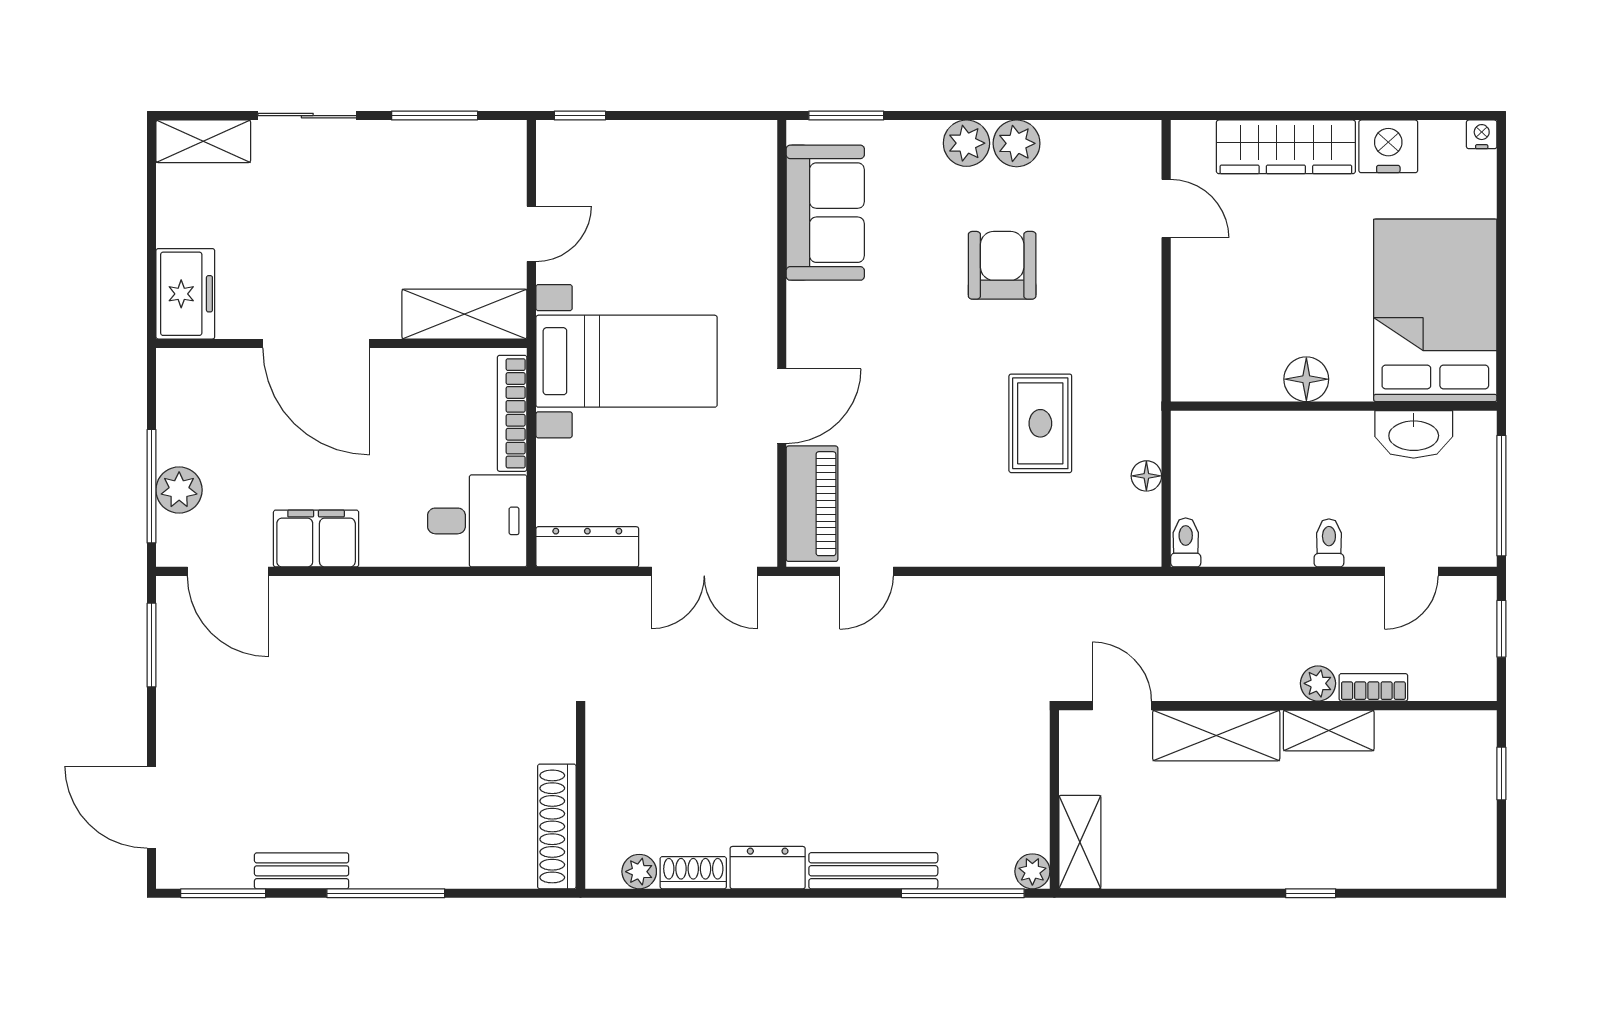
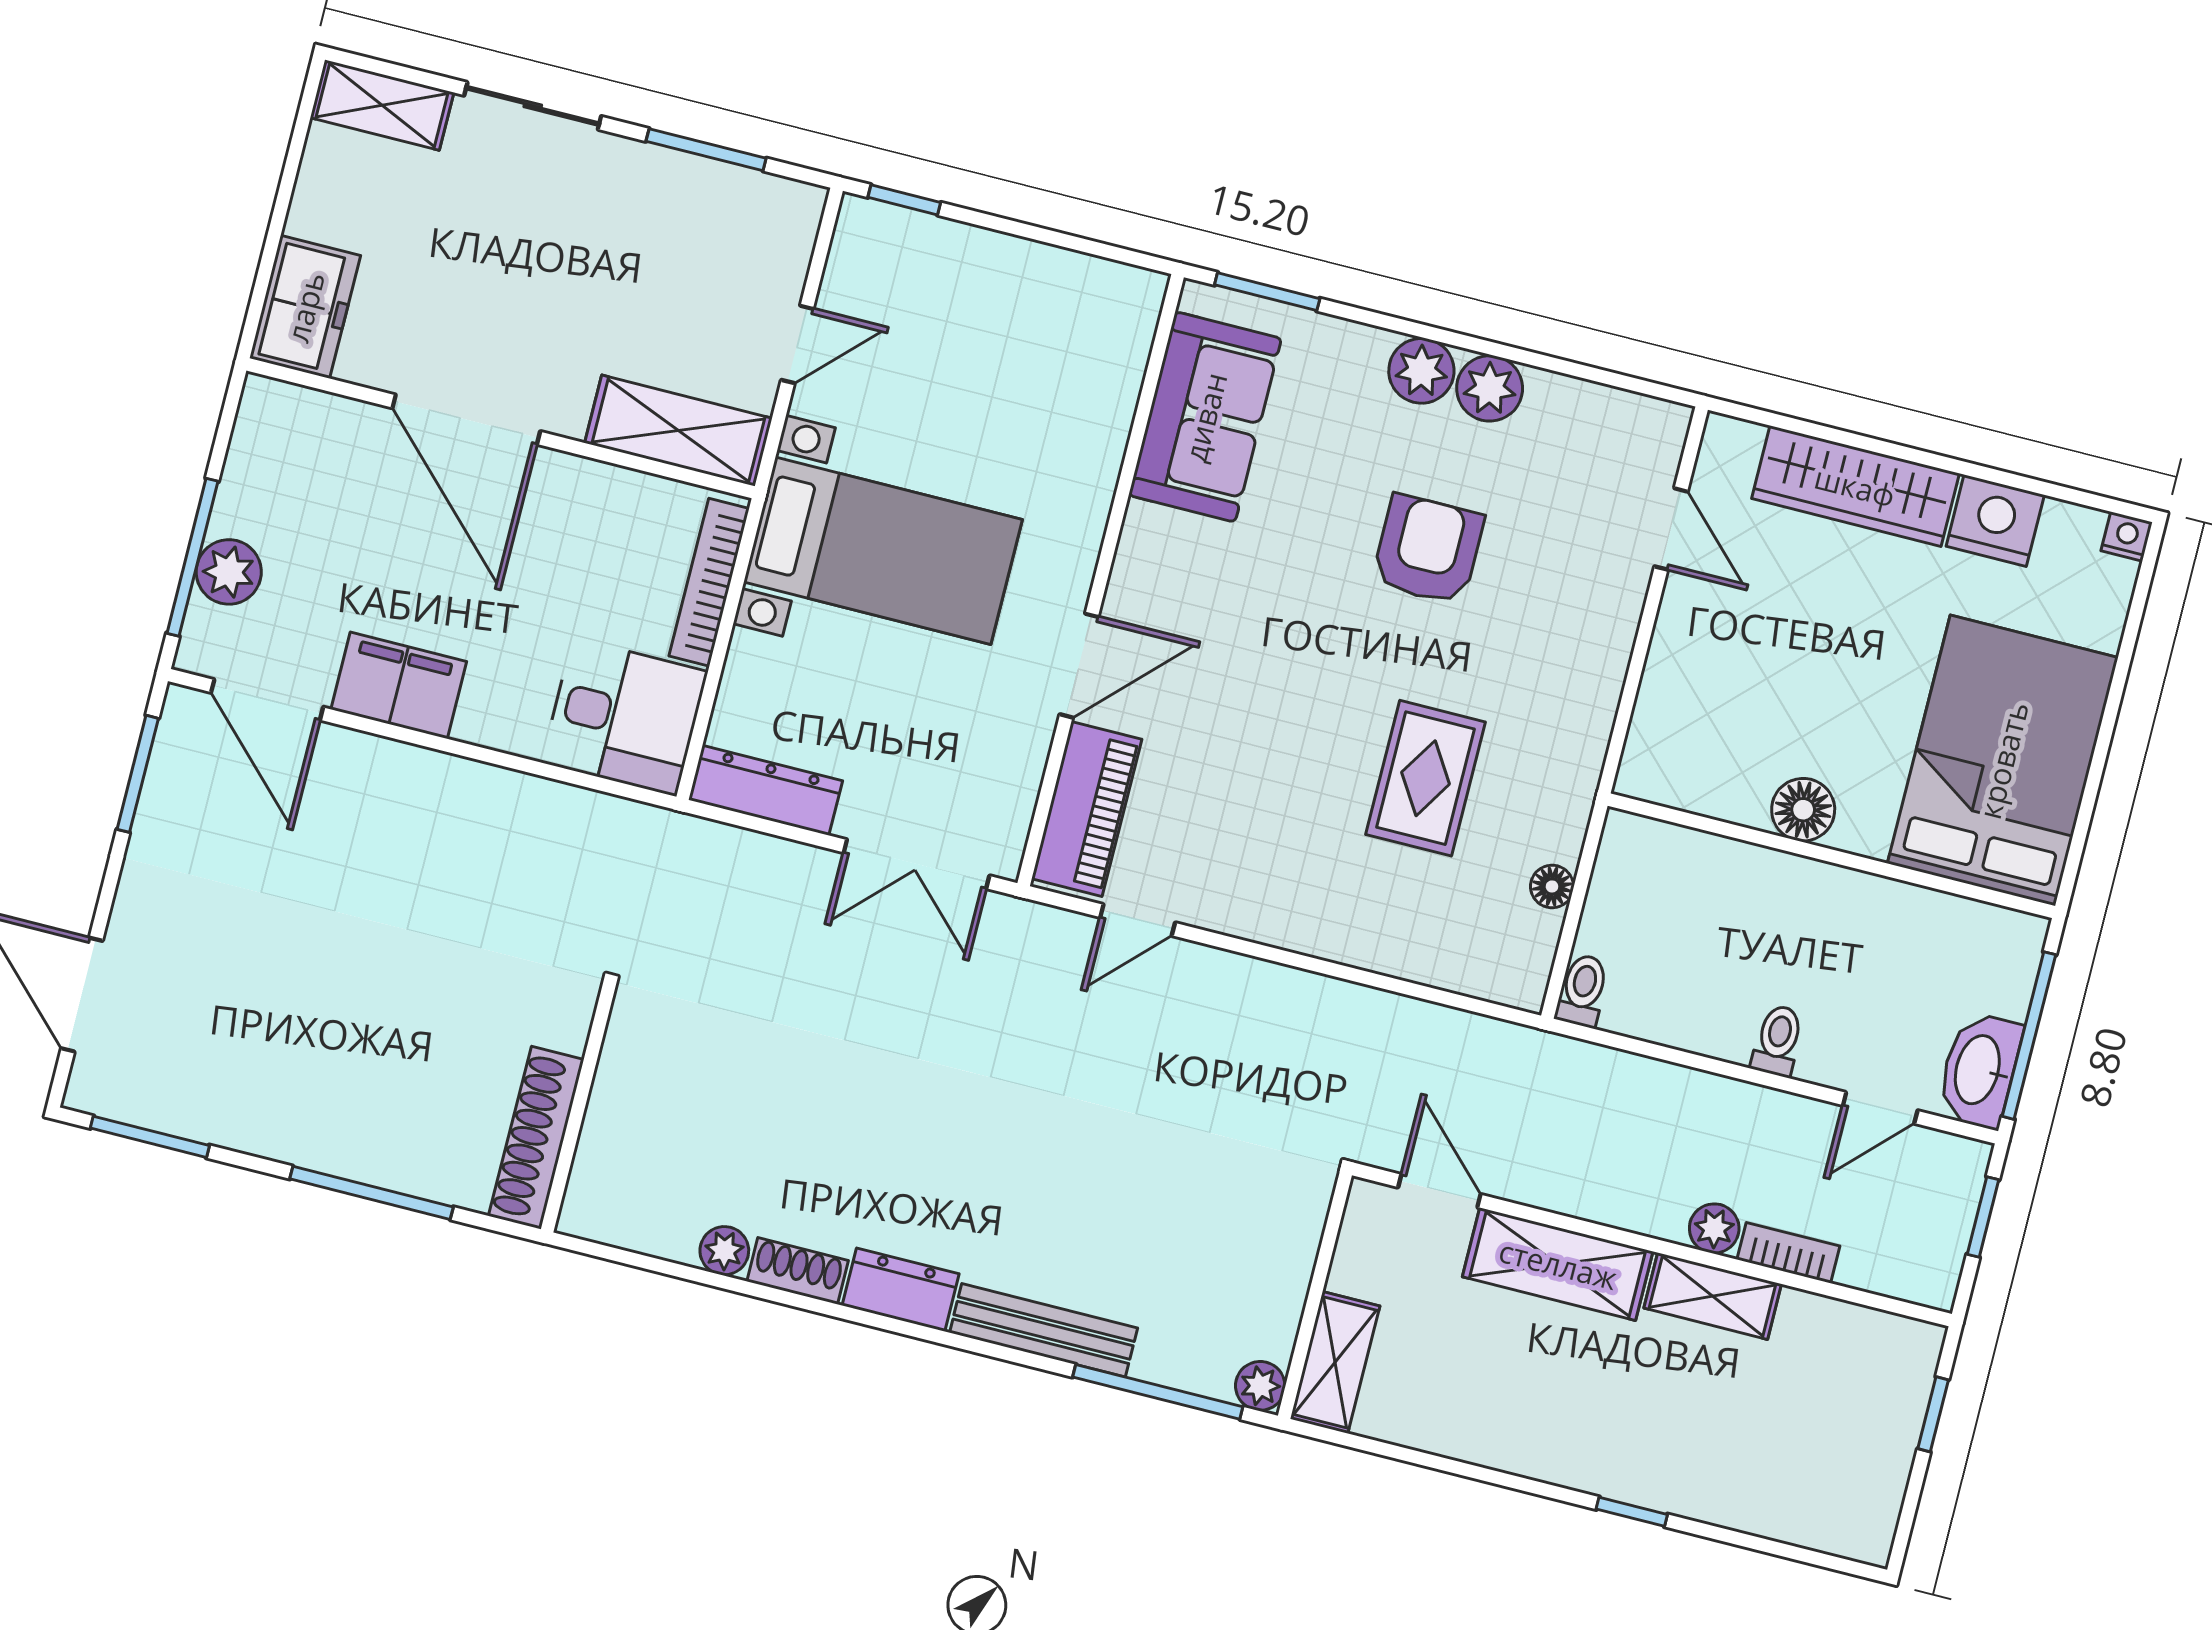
washbasin: (1414, 434) -> (1979, 1070), moved, turned 90
wall: (581, 799) -> (578, 1109), moved
shoe rack: (557, 826) -> (536, 1138), moved
bench: (302, 871) -> (264, 1133), removed

